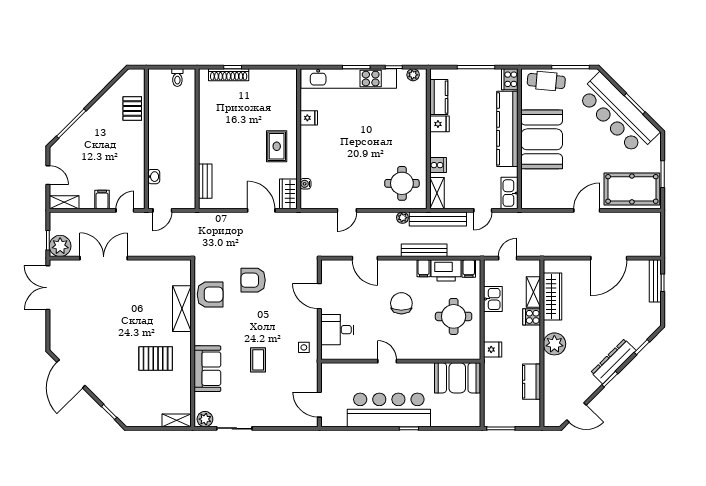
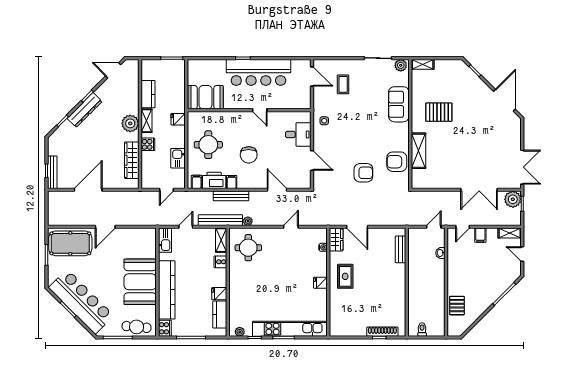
fridge: (309, 118) -> (320, 283), moved
shelving: (533, 292) -> (147, 121), moved
coffee table: (258, 360) -> (343, 84), moved

